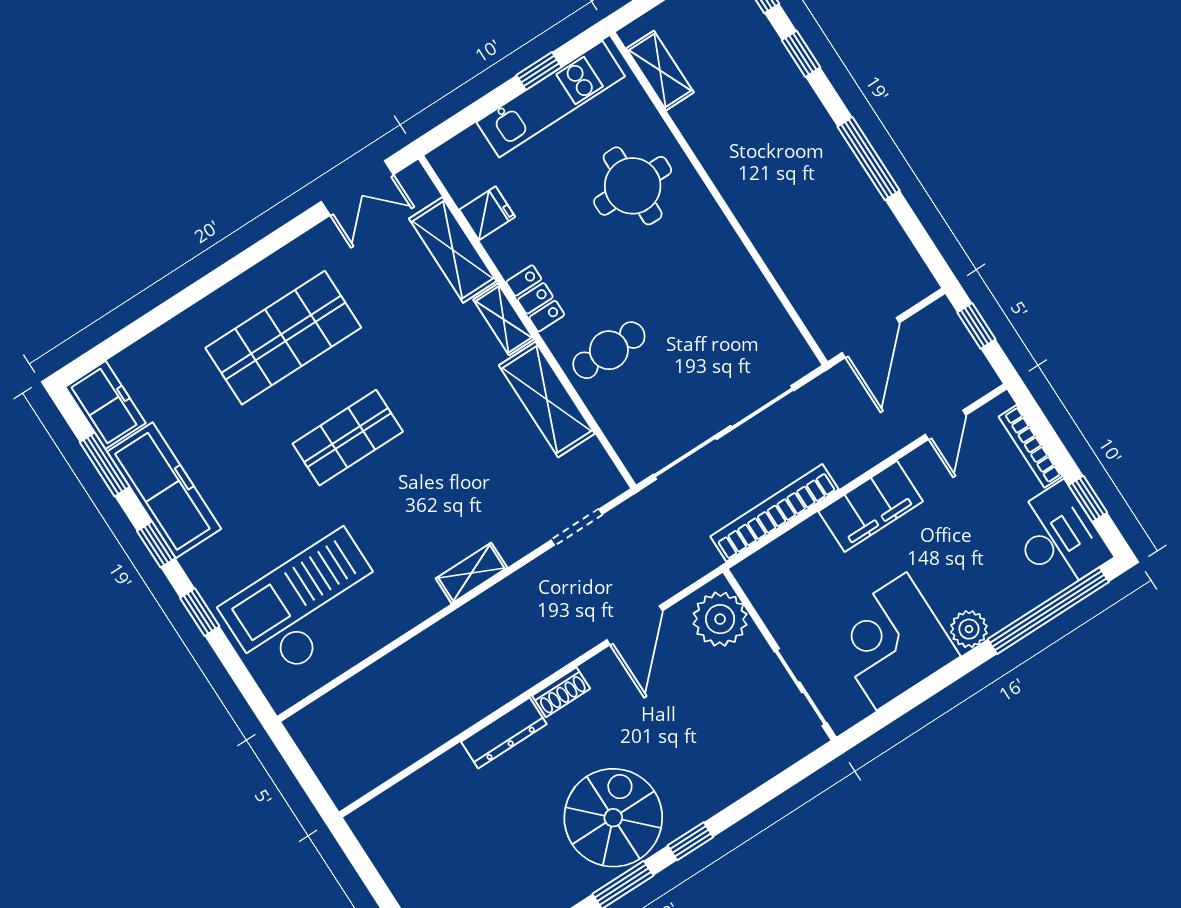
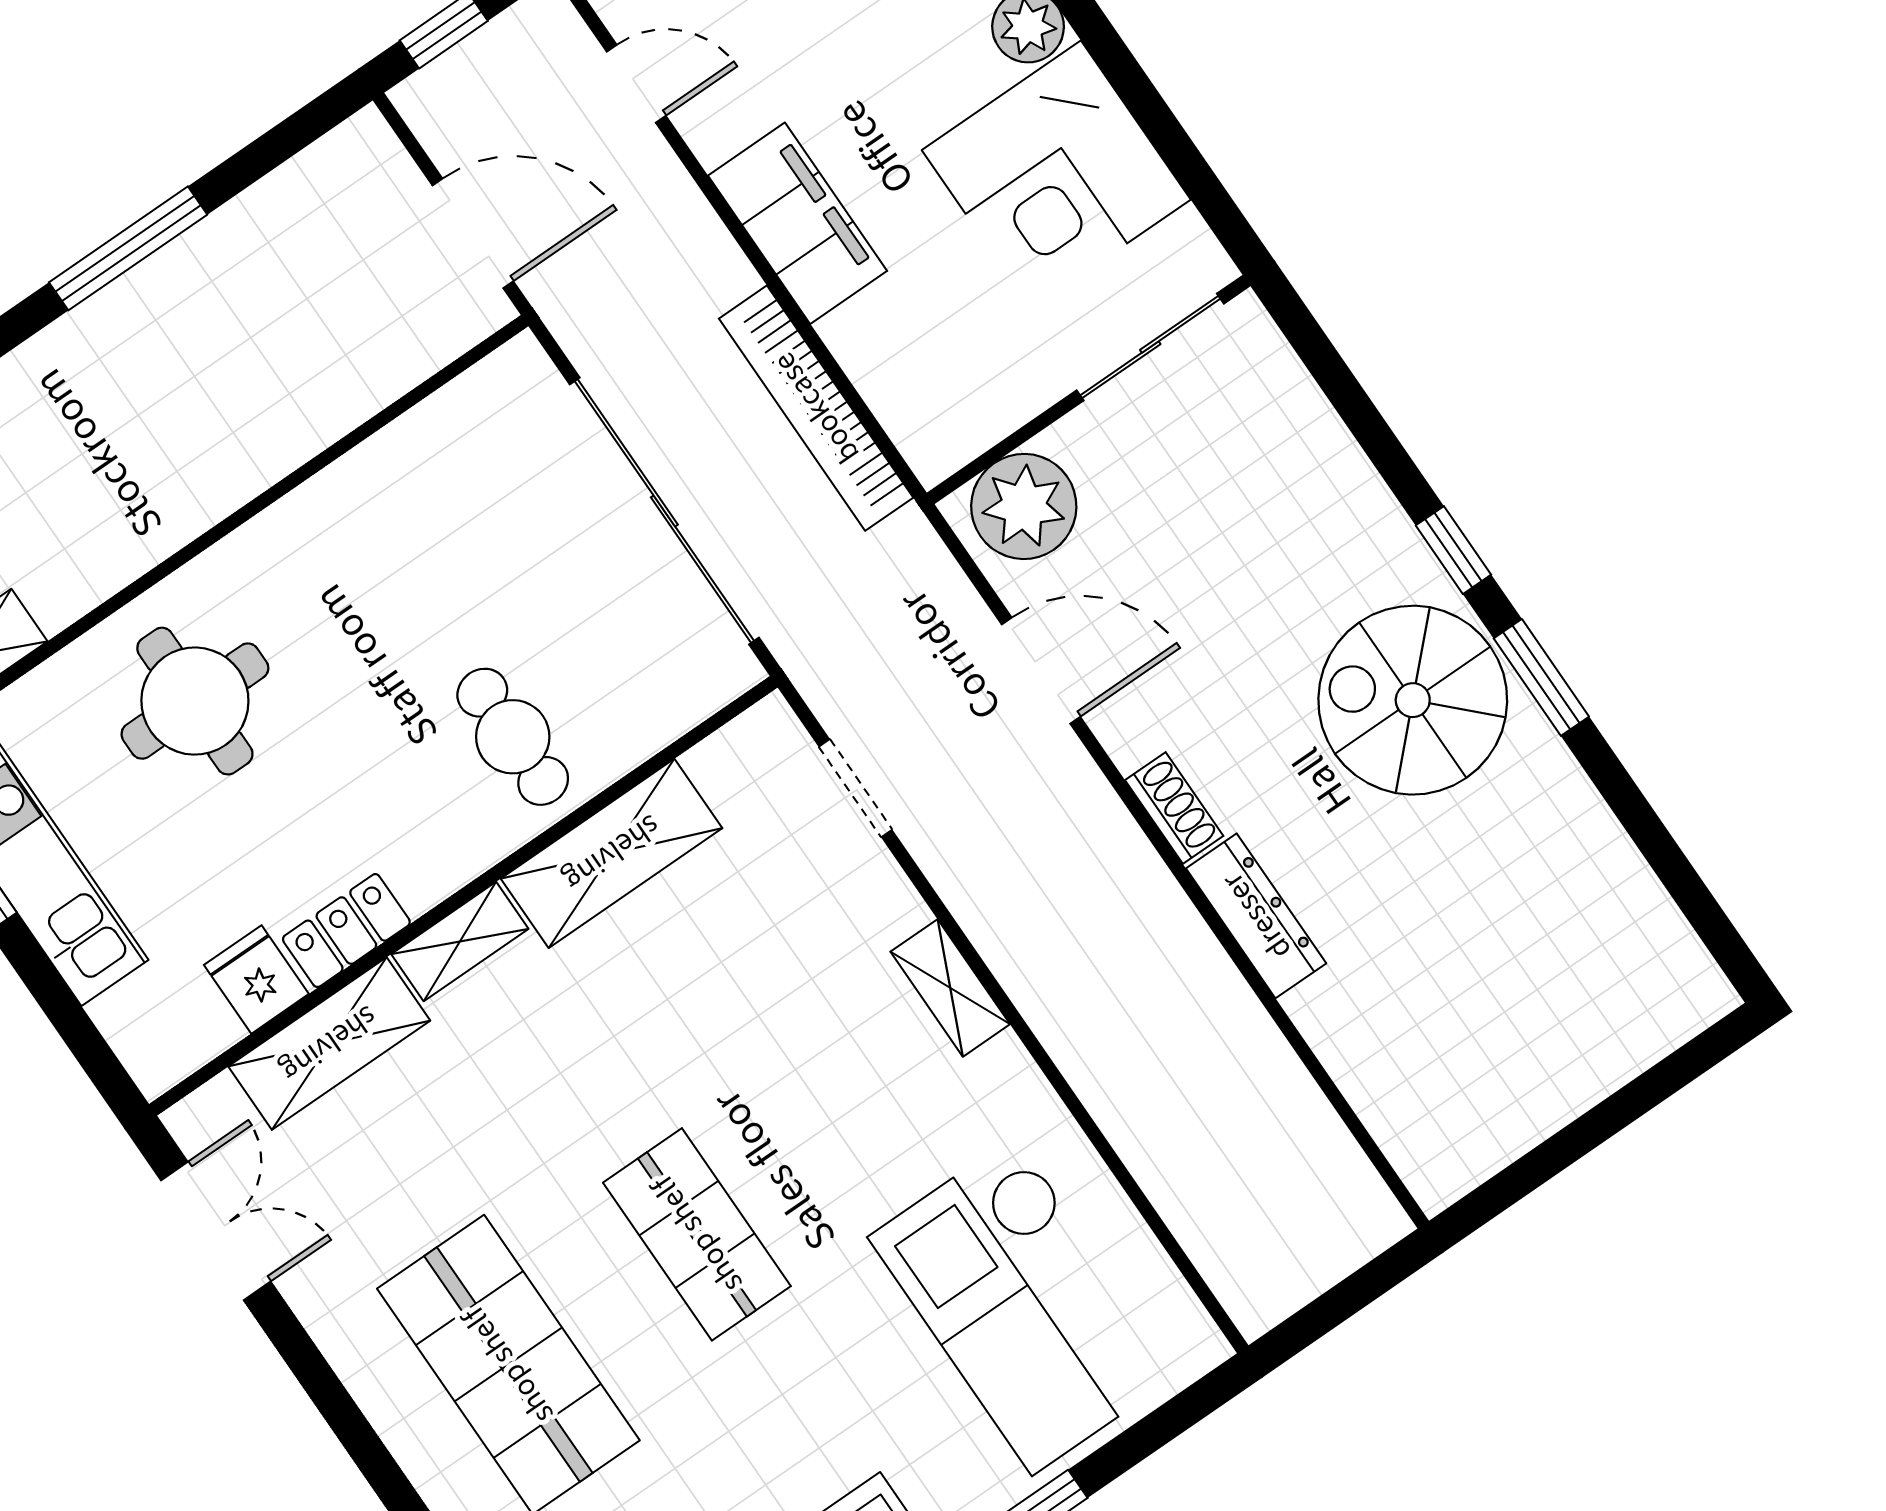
locker: (535, 298) -> (346, 931), moved

